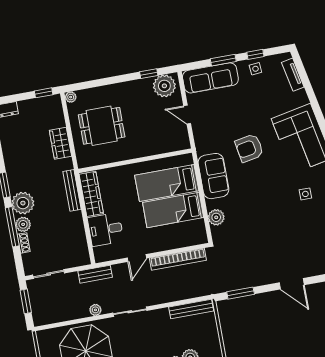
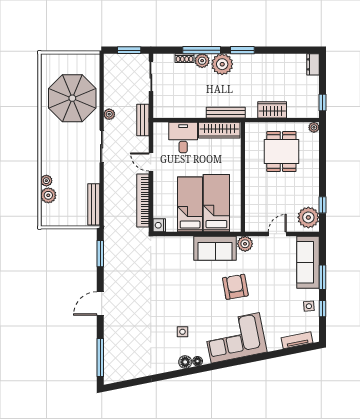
plant: (216, 217) -> (245, 244), moved
nightstand: (200, 238) -> (159, 225), added

